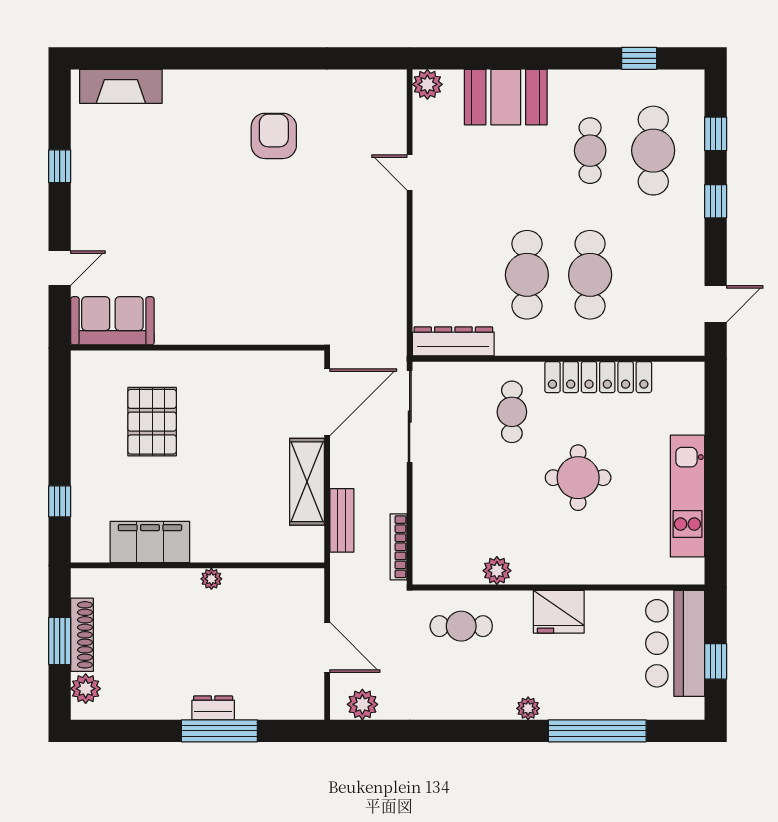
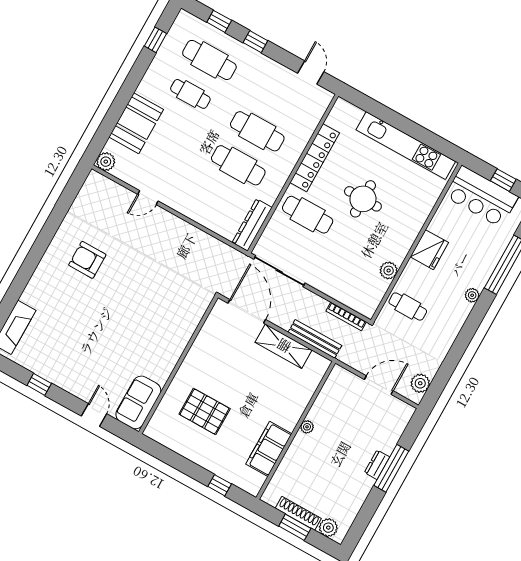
cafe table: (512, 412) -> (308, 215), width x1.37, depth x1.35
kitchen unit: (687, 496) -> (406, 146), width x1.36
bench: (342, 520) -> (315, 339), width x1.36
cafe table: (461, 626) -> (408, 307), turned 90

